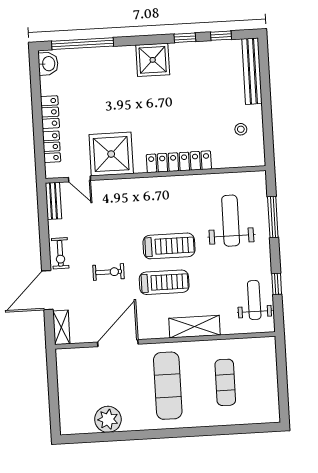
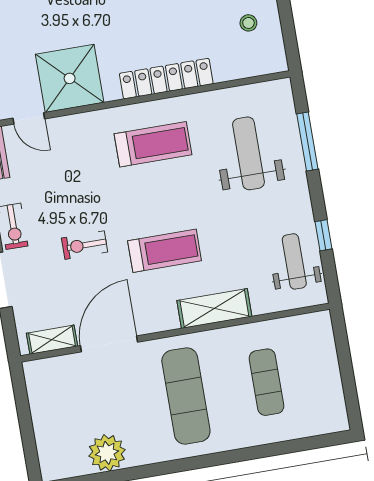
treadmill: (169, 246) -> (153, 144), moved
exercise bike: (109, 272) -> (85, 245), turned 180
shelving: (61, 327) -> (52, 340), moved, turned 90

